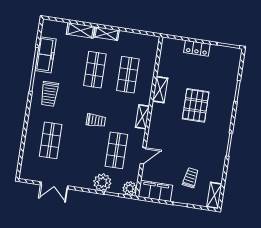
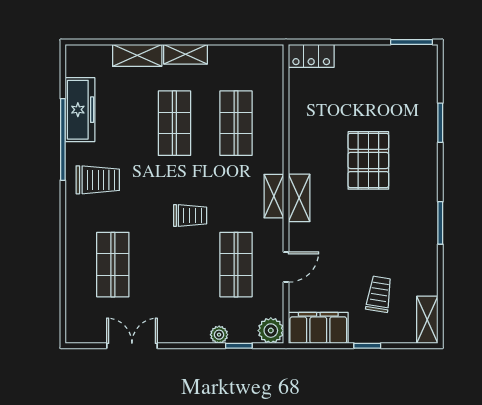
locker: (197, 48) -> (311, 56), moved
shelving: (160, 90) -> (299, 198), moved
trolley: (49, 94) -> (98, 180), turned -90
plant: (102, 182) -> (219, 335), width x0.53, depth x0.53
double door: (54, 185) -> (132, 346), swing flipped

